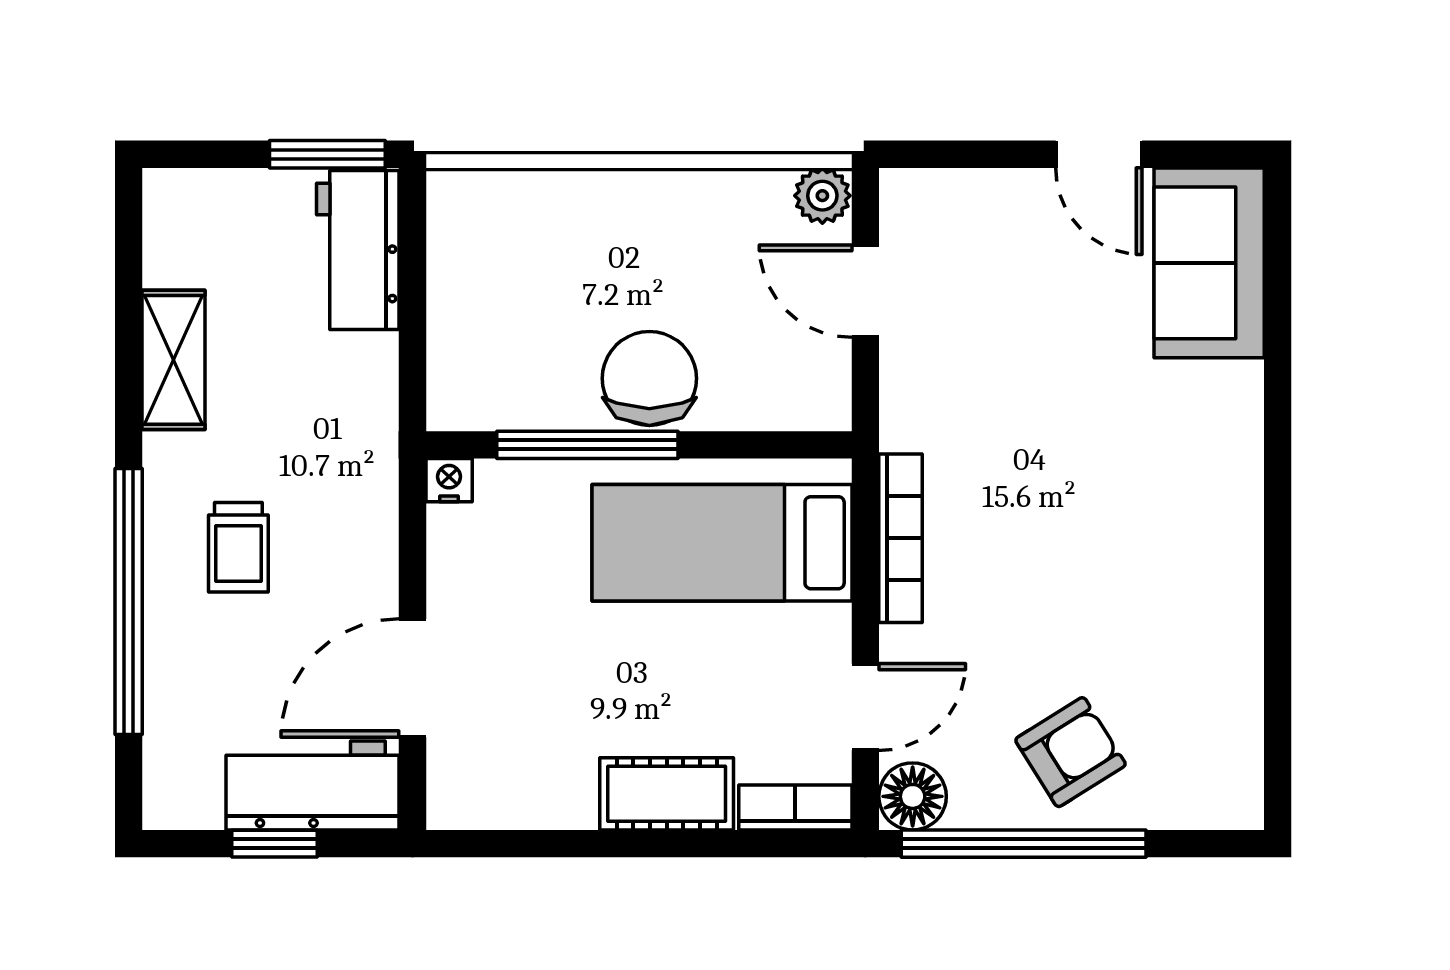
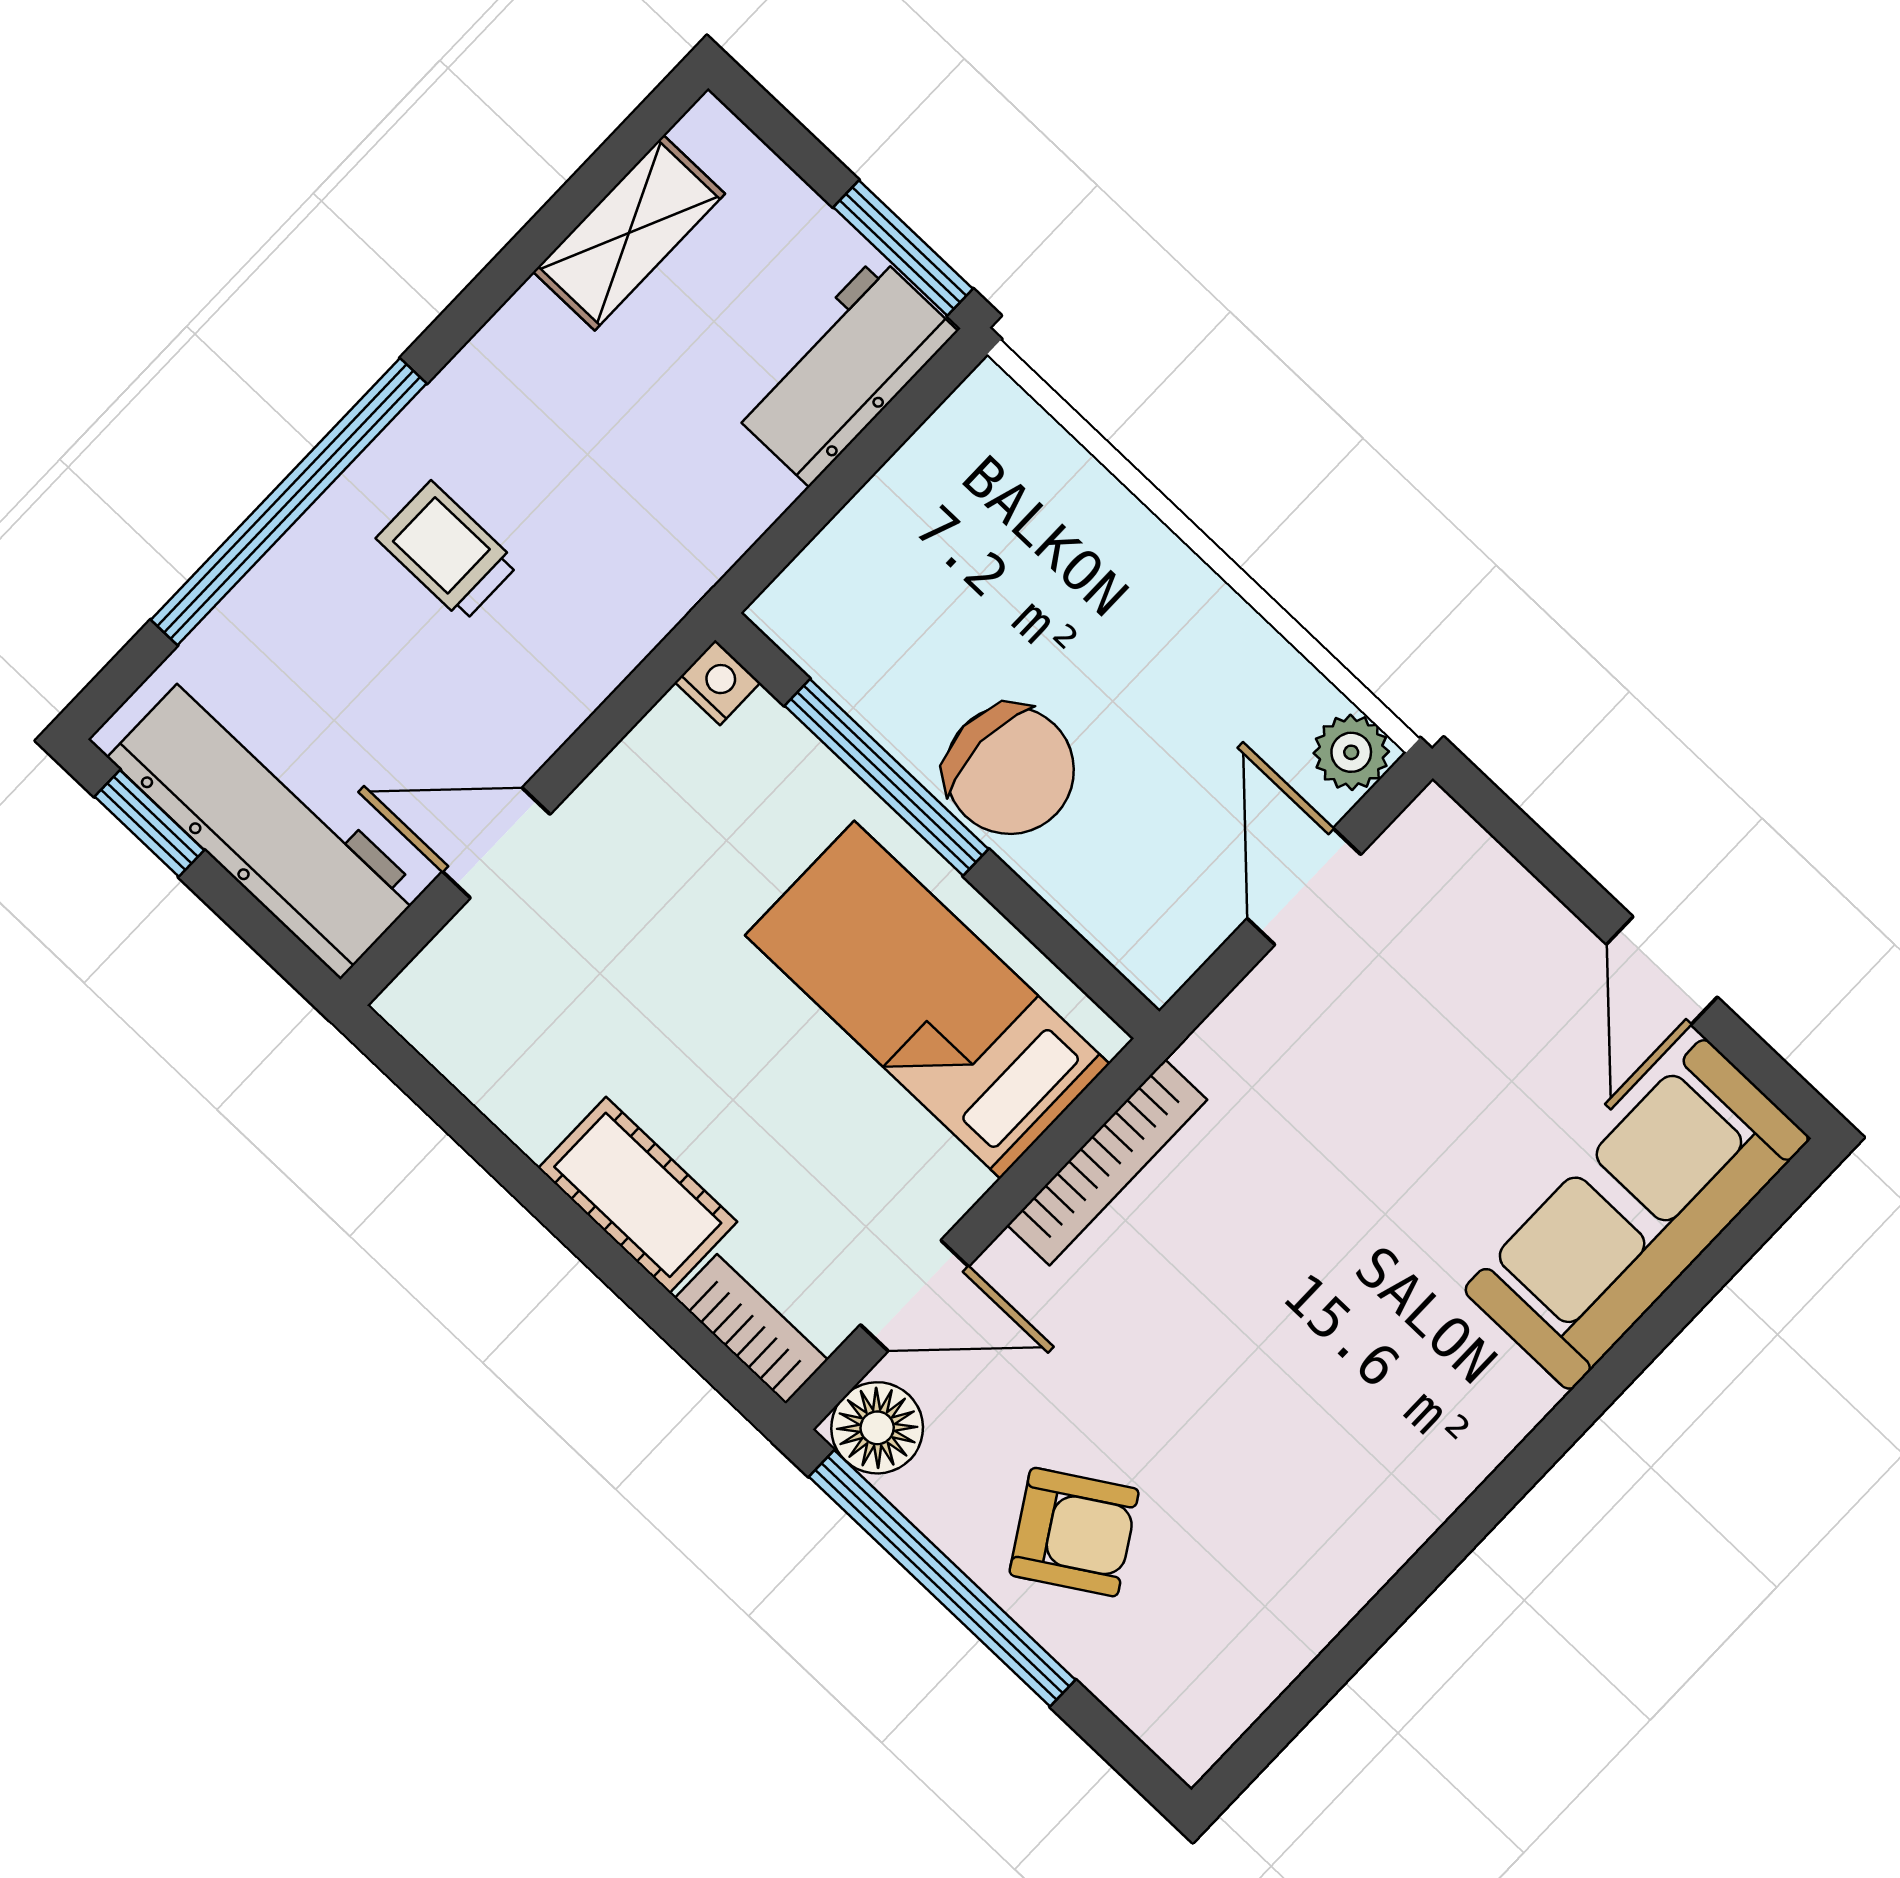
sofa: (1209, 263) -> (1637, 1214), width x1.36
shelving: (174, 360) -> (629, 233), moved
chair: (649, 378) -> (1010, 770), turned 90
trolley: (238, 547) -> (448, 551), turned 90
door: (412, 678) -> (496, 843), width x0.73
workbench: (313, 786) -> (265, 825), width x1.38
window: (274, 844) -> (149, 823), moved

